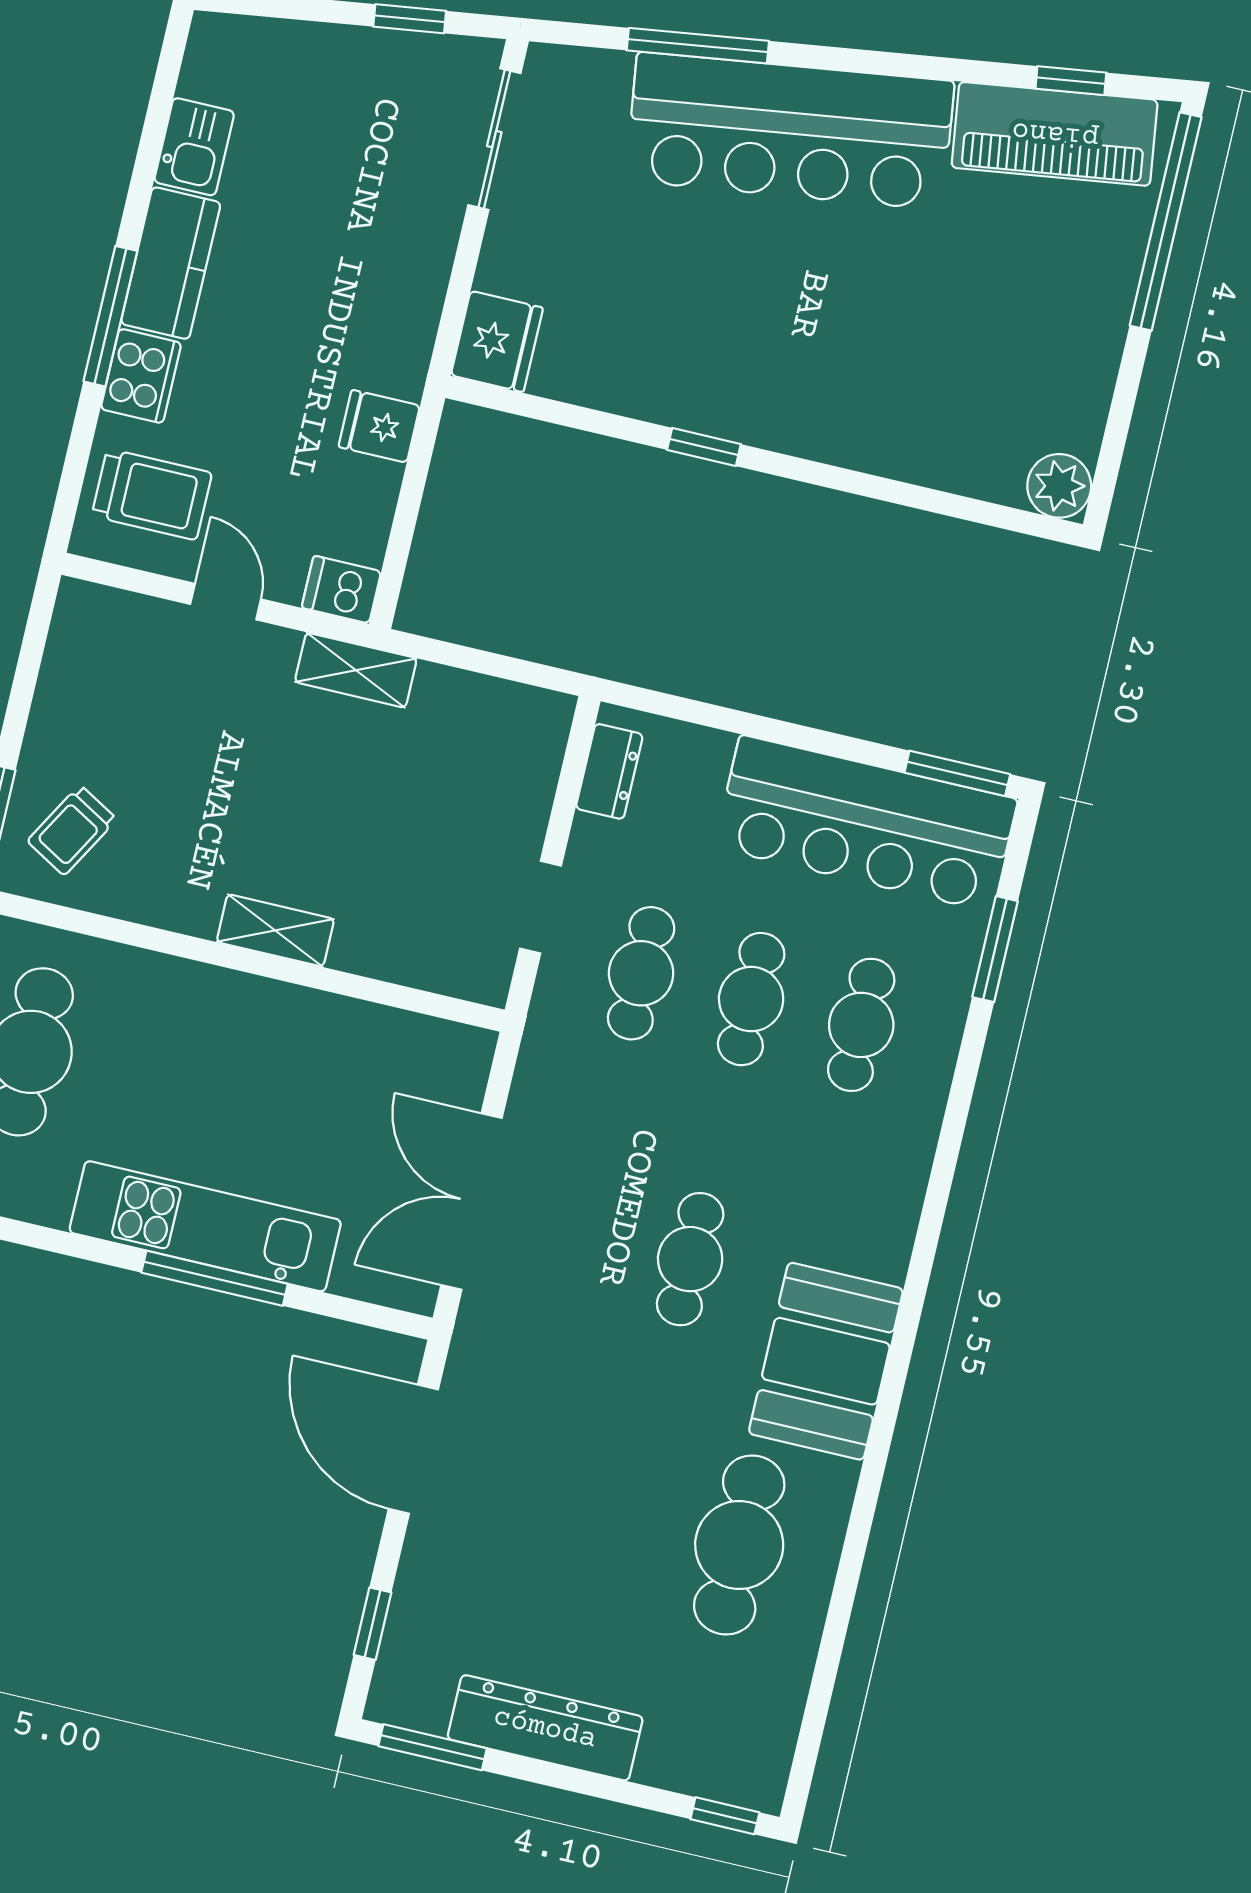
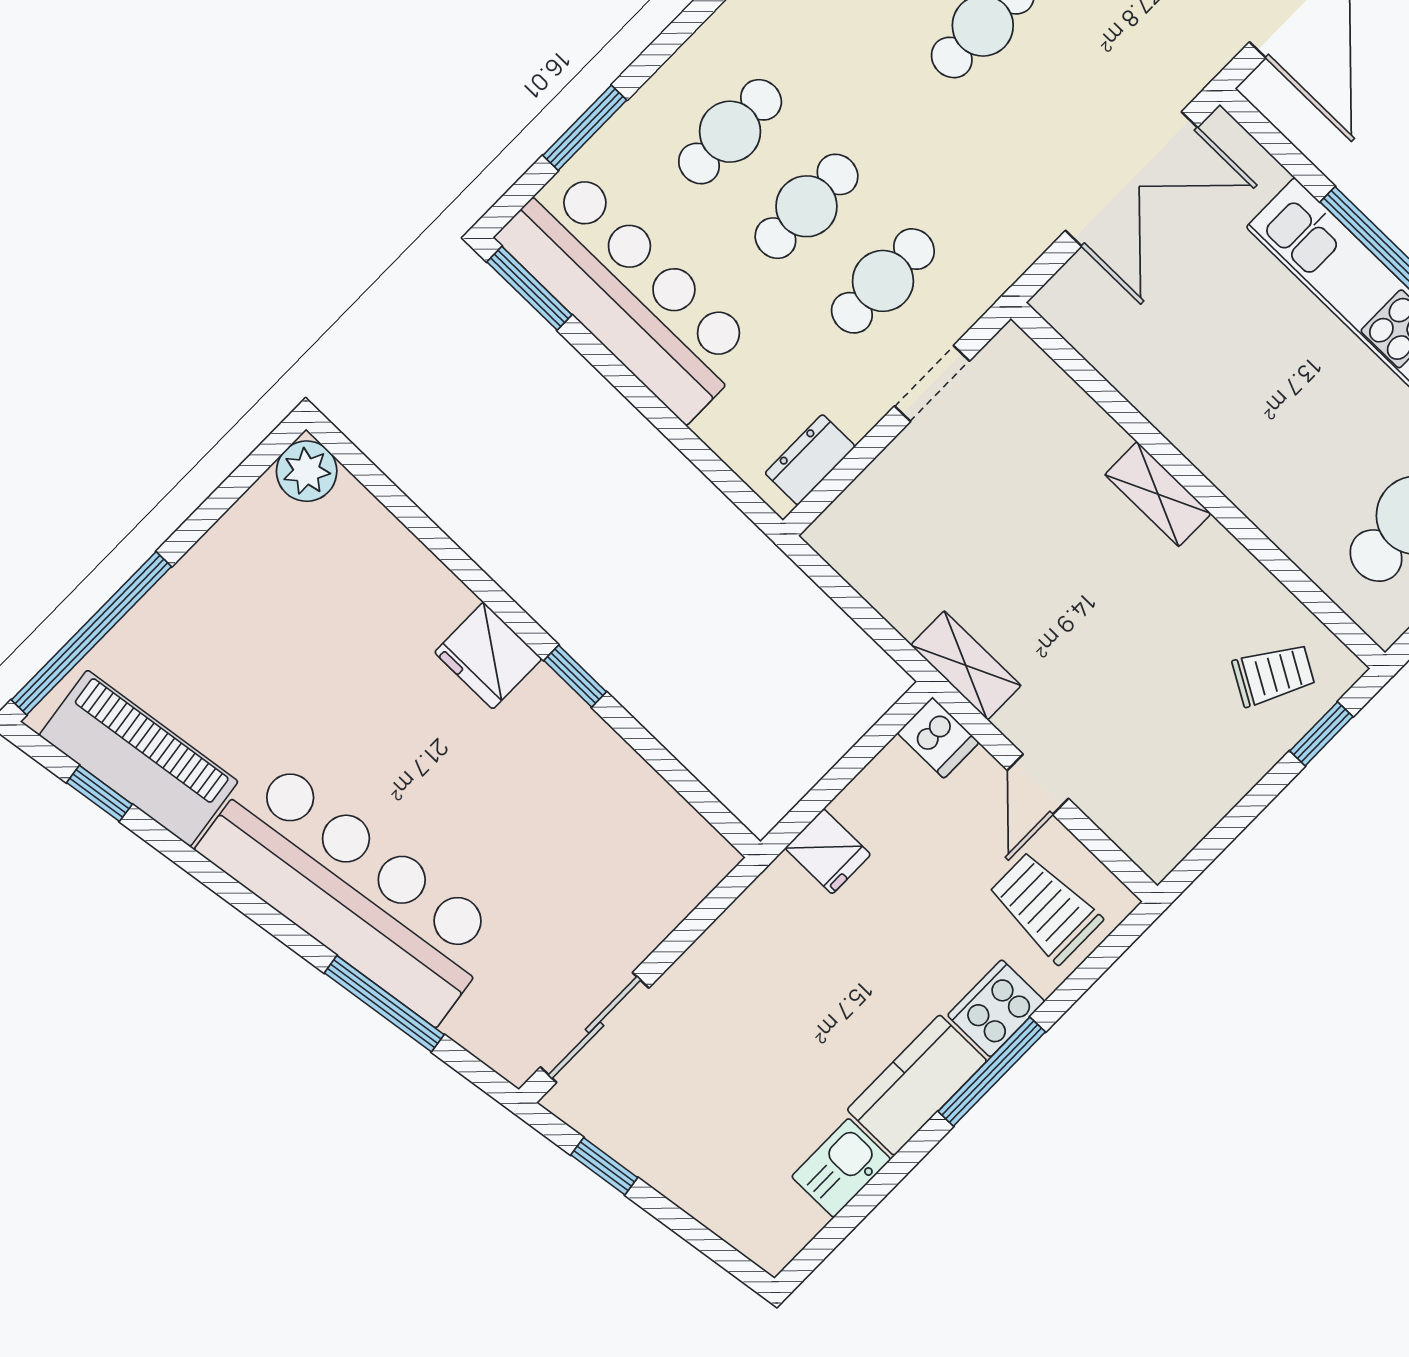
fridge: (497, 342) -> (488, 656), moved, turned -90

